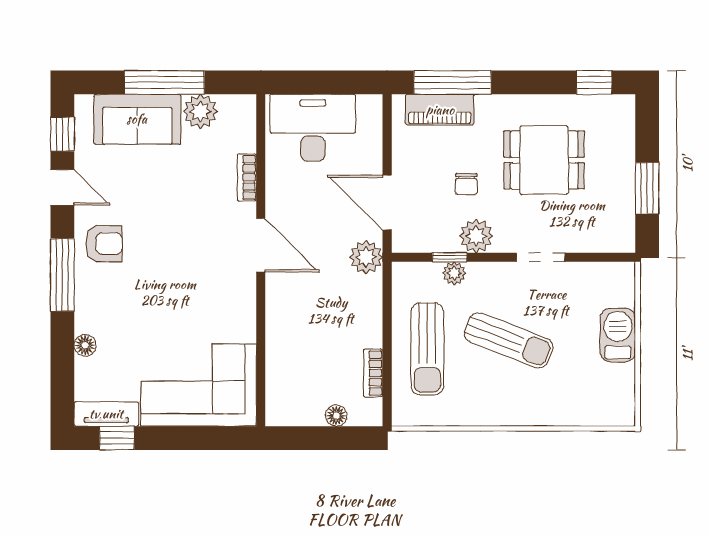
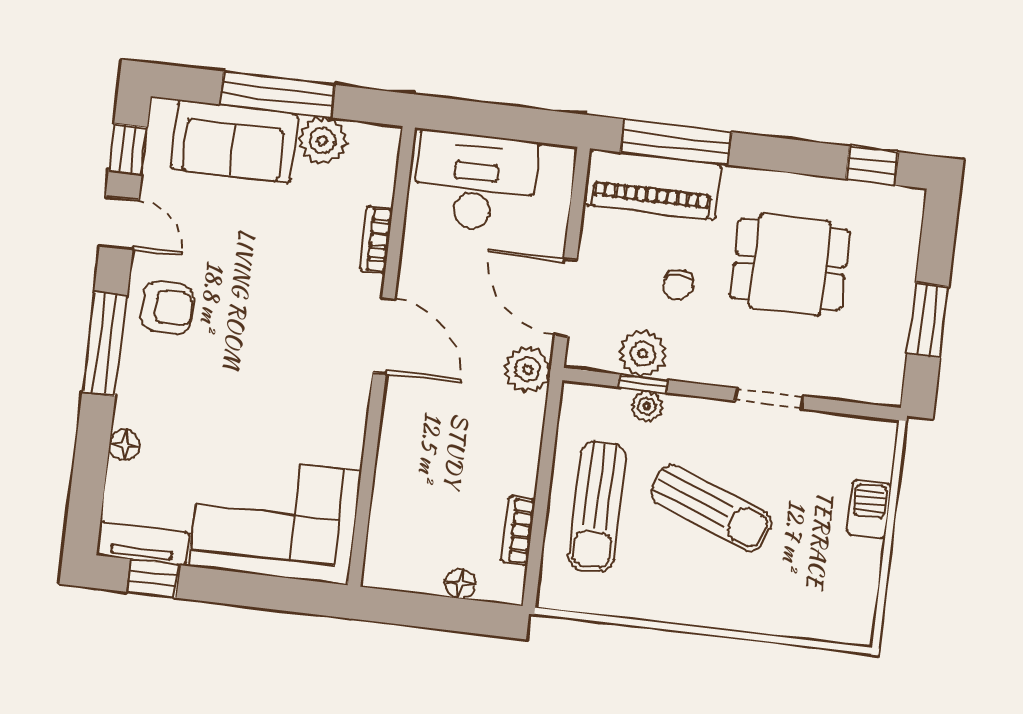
piano: (440, 110) -> (653, 184), width x1.37, depth x1.33
plant: (476, 236) -> (643, 354), moved
barbecue: (618, 335) -> (869, 509), width x0.73, depth x0.79

